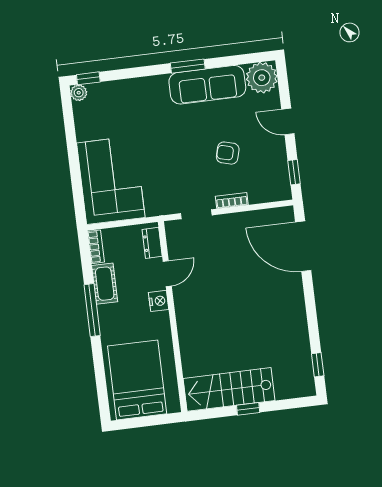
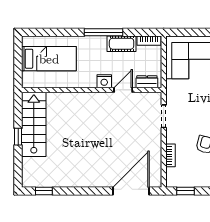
bookcase: (232, 201) -> (170, 155), moved
door: (167, 274) -> (123, 90), swing flipped
bed: (137, 380) -> (49, 59), width x0.67

